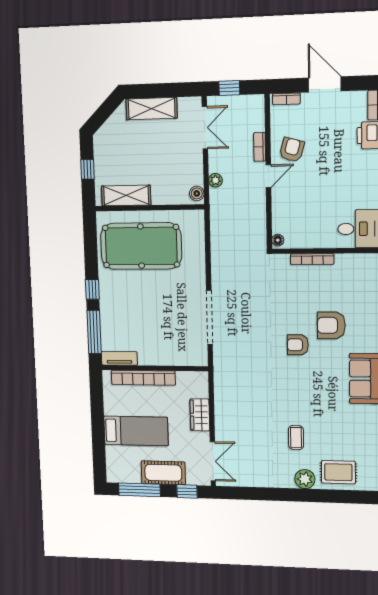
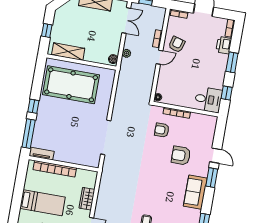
armchair: (298, 345) -> (162, 130), moved

